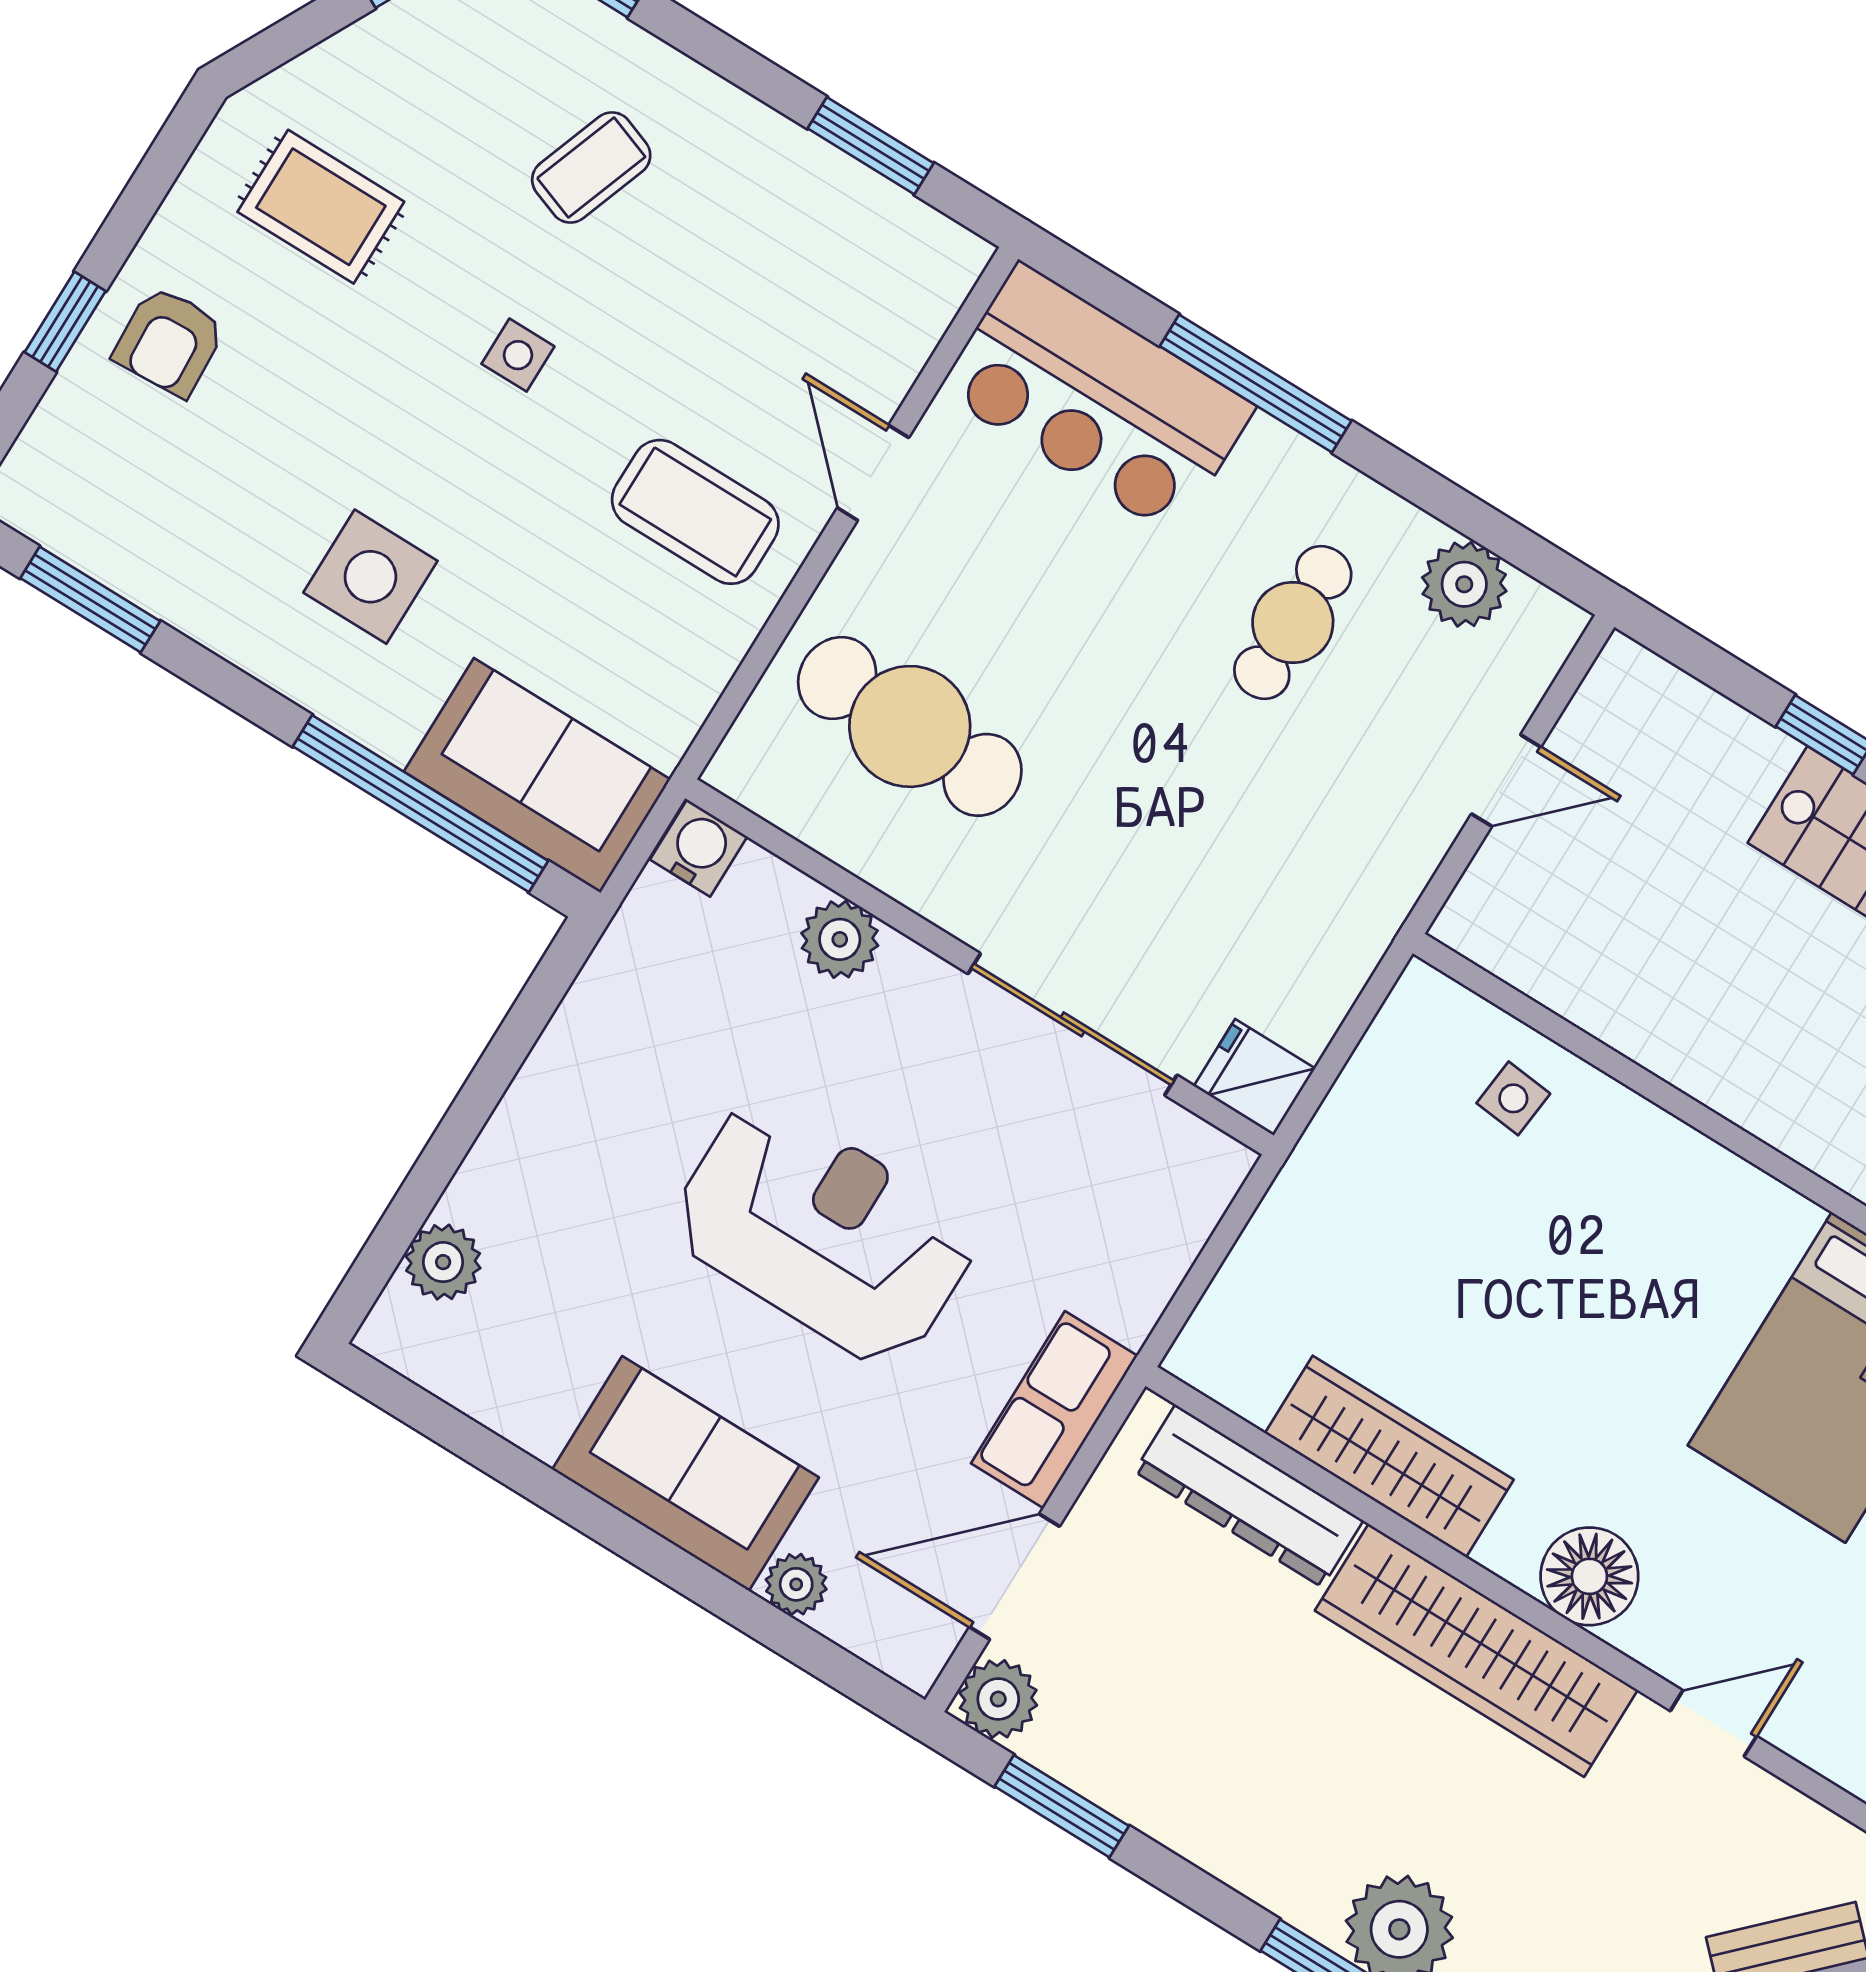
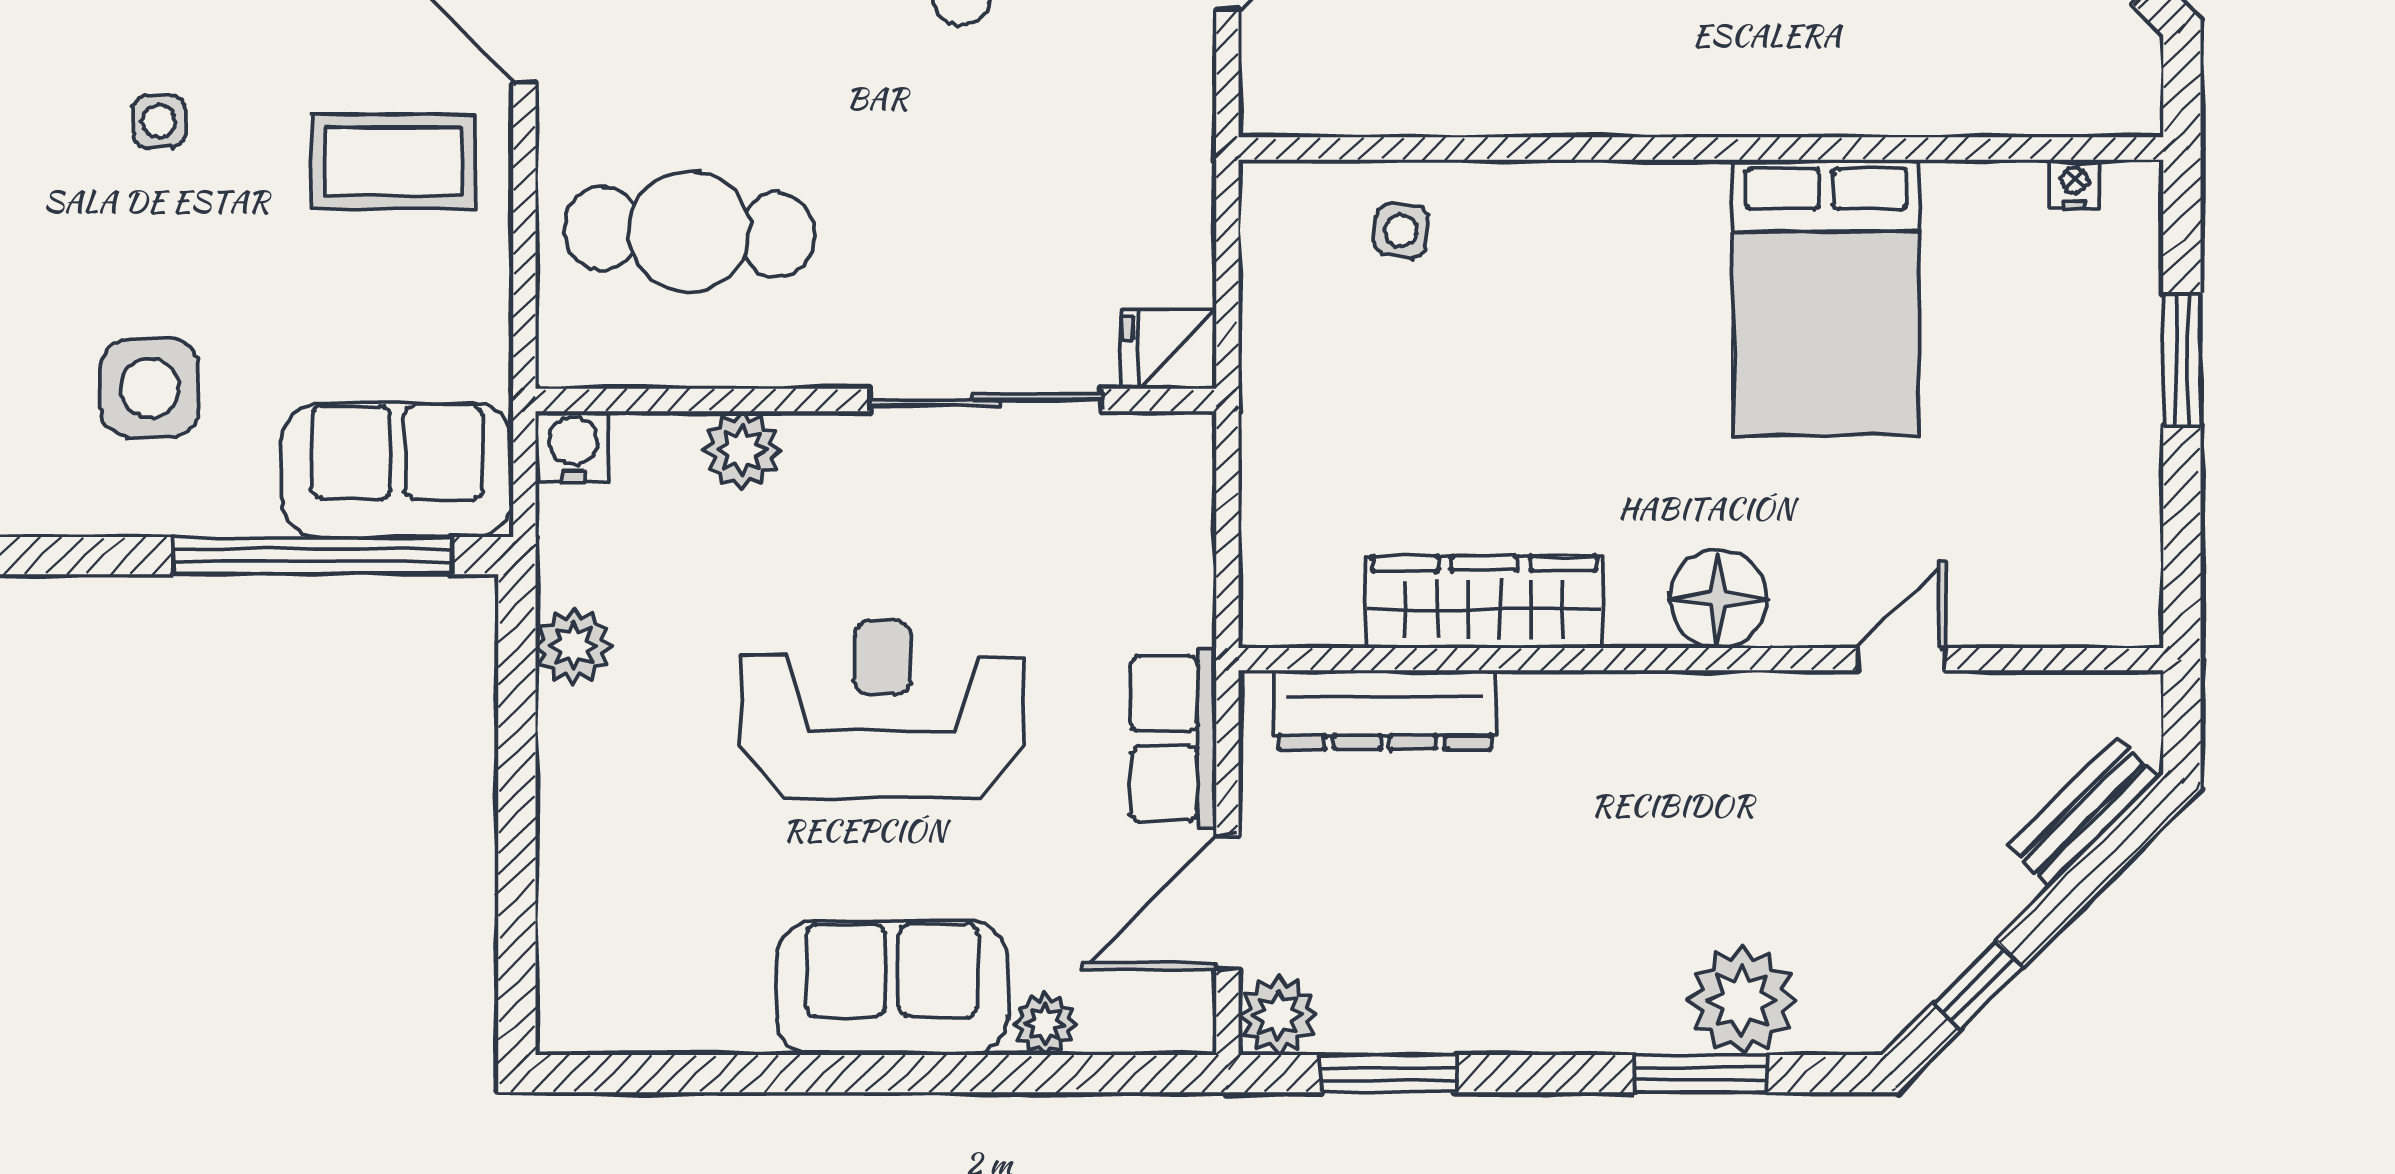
plant: (443, 1262) -> (574, 646), moved
wardrobe: (1476, 1650) -> (1661, 722), removed

